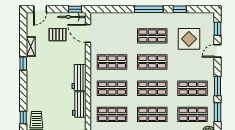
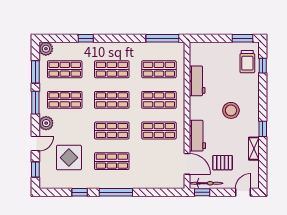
plant: (208, 68) -> (46, 123), added
workbench: (79, 78) -> (197, 136), moved
stool: (50, 79) -> (231, 110), added

